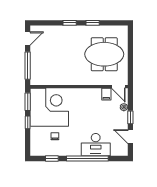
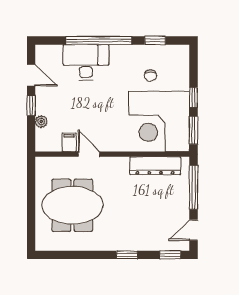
window: (93, 23) -> (170, 255), moved
dresser: (52, 79) -> (155, 166), added
door: (118, 87) -> (89, 154), moved

